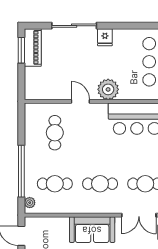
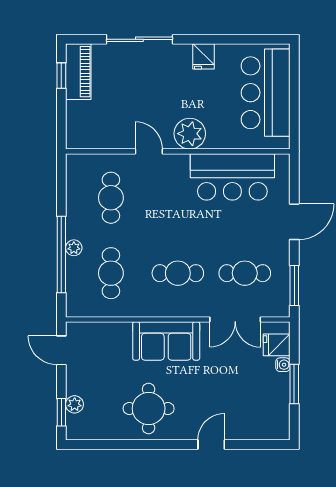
fridge: (105, 37) -> (204, 56), moved
window: (21, 50) -> (61, 76), width x0.67
cafe table: (55, 184) -> (111, 273), turned 90
plant: (30, 203) -> (74, 248), moved

